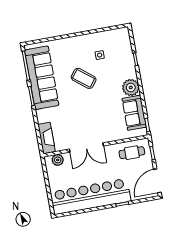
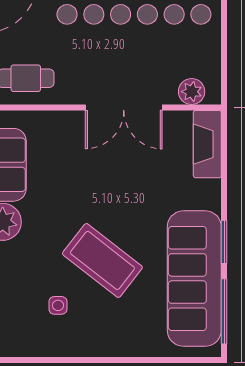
coffee table: (84, 78) -> (102, 260), width x1.36, depth x1.32
double door: (86, 148) -> (124, 107), swing flipped

